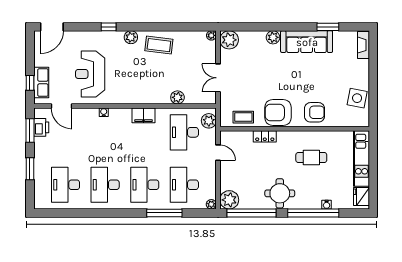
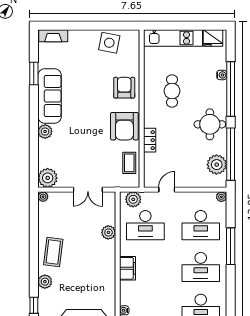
plant: (229, 200) -> (217, 165), moved

